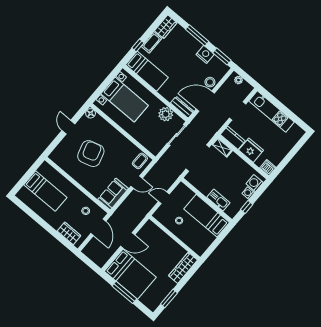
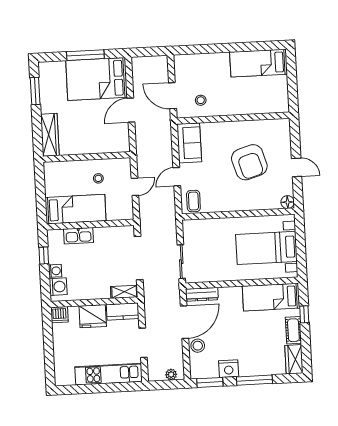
plant: (166, 114) -> (212, 272), removed
bed: (45, 191) -> (259, 63), moved
wardrobe: (69, 233) -> (196, 62), removed

